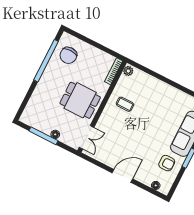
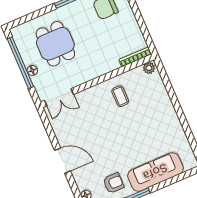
dining table: (80, 100) -> (55, 44), moved
window: (44, 136) -> (20, 63), width x1.46
armchair: (167, 163) -> (113, 183), turned -90

